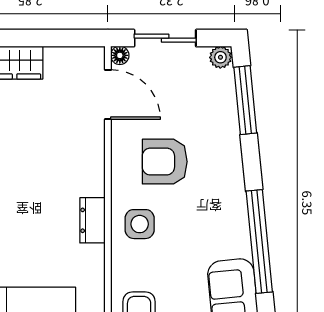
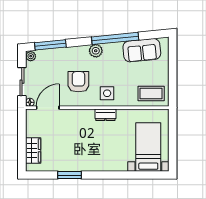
armchair: (165, 162) -> (78, 82), turned 180
plant: (232, 199) -> (96, 51), added

